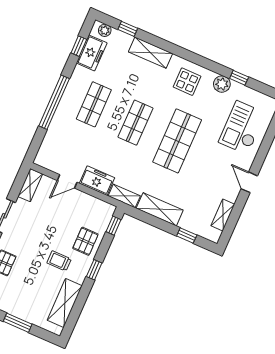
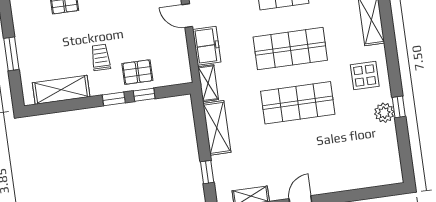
window: (239, 78) -> (399, 107), moved
shop shelf: (135, 123) -> (290, 49), width x1.43, depth x1.36
checkout: (242, 128) -> (352, 161), removed
window: (113, 226) -> (144, 95), moved

